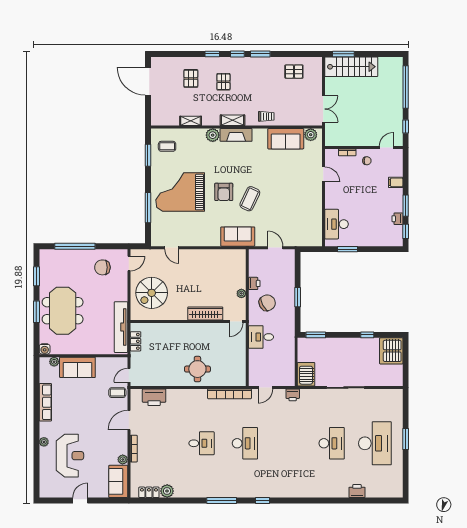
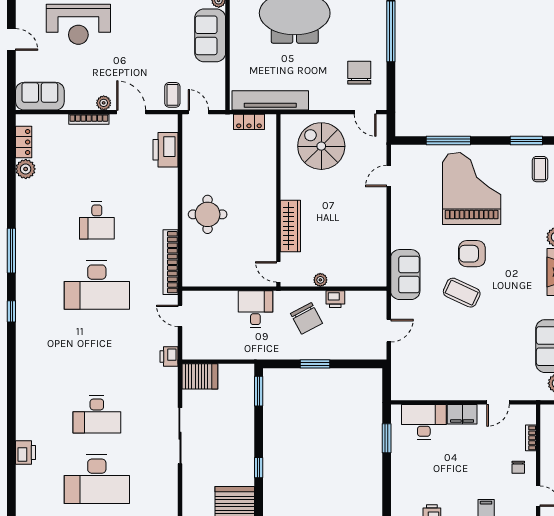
filing cabinet: (331, 198) -> (462, 414), added
desk: (245, 443) -> (97, 285), width x1.36, depth x1.30
plant: (123, 459) -> (104, 103), moved

